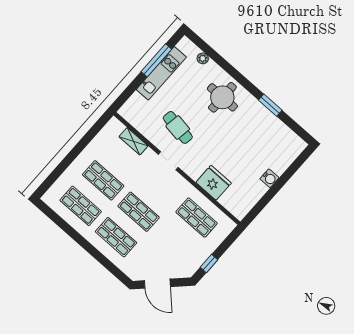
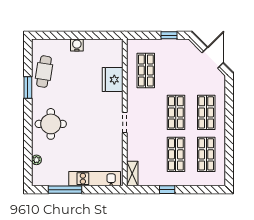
kitchen unit: (161, 73) -> (95, 179), moved
cafe table: (178, 127) -> (44, 72), moved
shelving: (133, 141) -> (132, 173), moved
window: (80, 147) -> (167, 190), added

